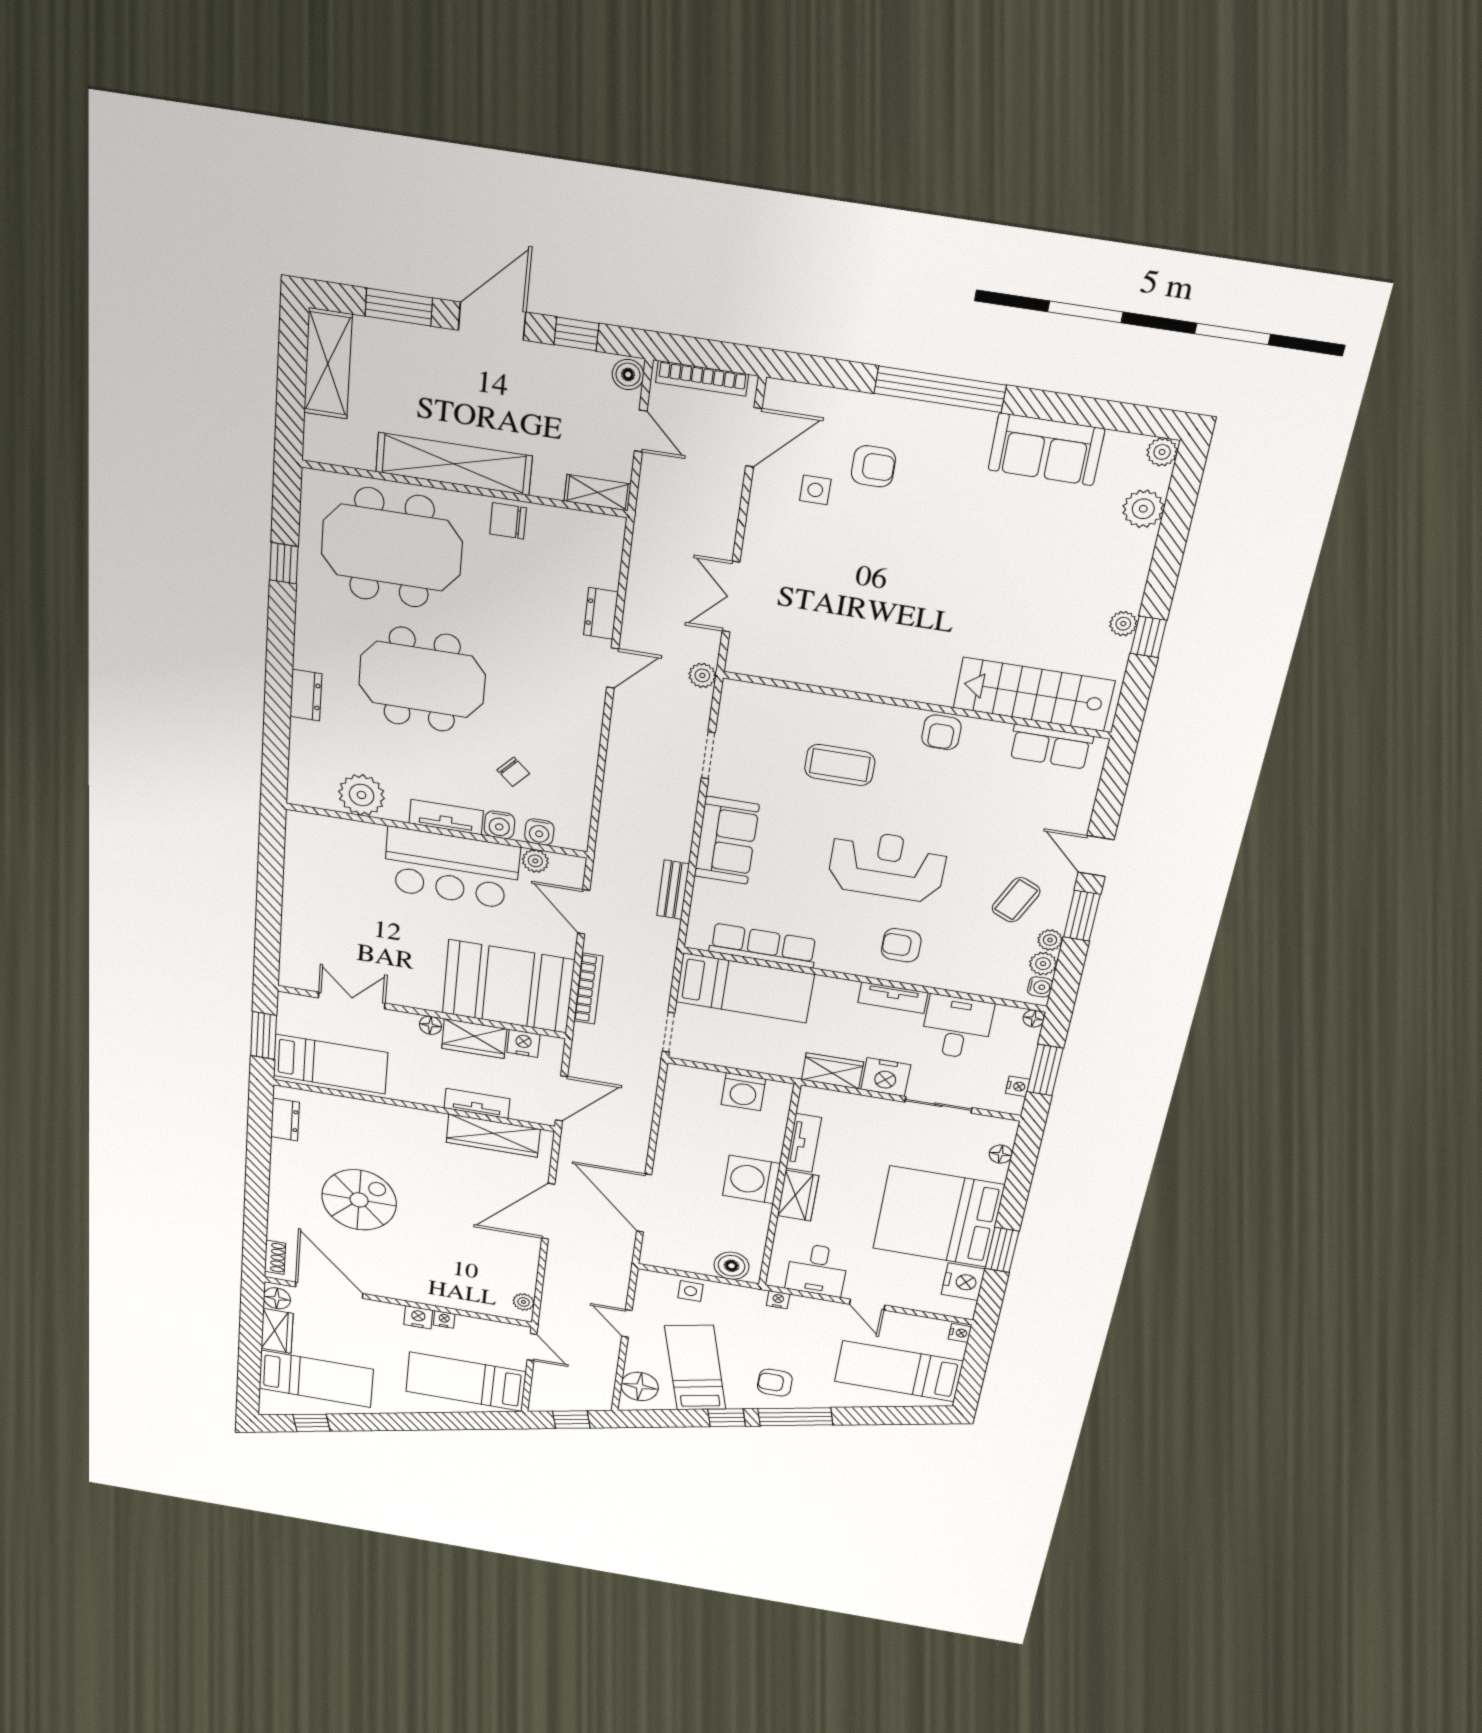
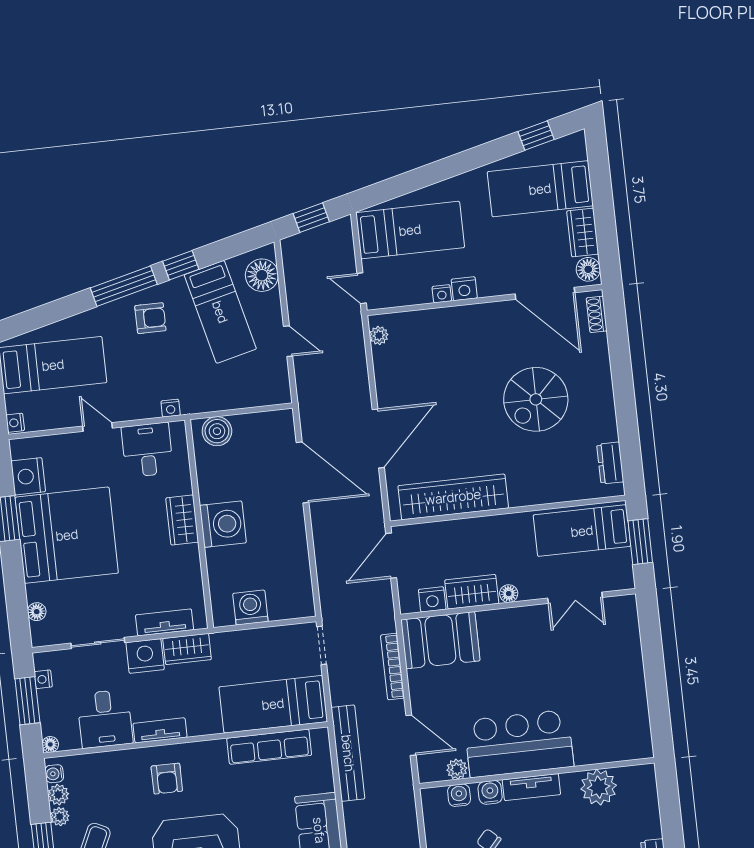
bench: (673, 890) -> (348, 753), width x1.86, depth x1.21
armchair: (901, 945) -> (167, 779), turned 90
booth: (508, 987) -> (440, 640), width x0.73, depth x0.70
tv unit: (477, 1103) -> (457, 529), removed
wardrobe: (493, 1136) -> (453, 497), width x1.40, depth x1.17
tv unit: (804, 1143) -> (165, 622), moved, turned 90
side table: (691, 1291) -> (244, 393), removed

